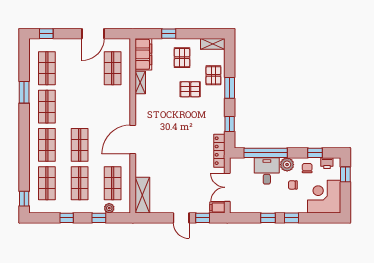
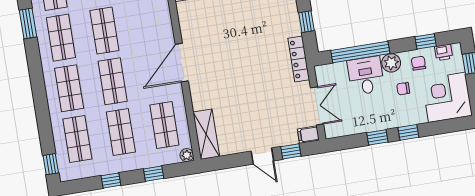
shop shelf: (80, 107) -> (104, 31), added
double door: (227, 187) -> (317, 106), swing flipped
plant: (109, 208) -> (187, 155), moved

